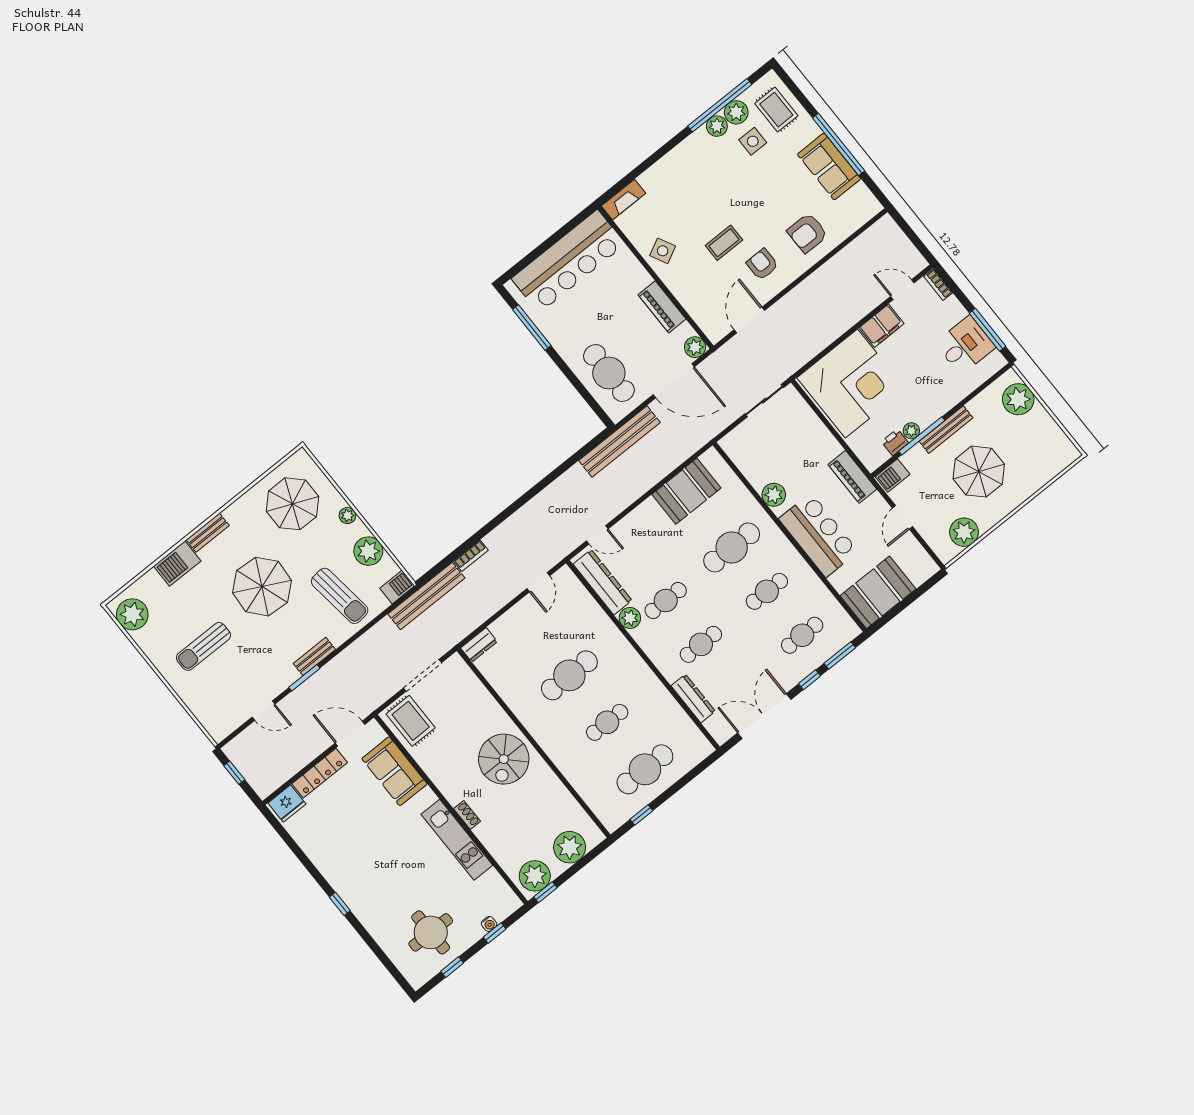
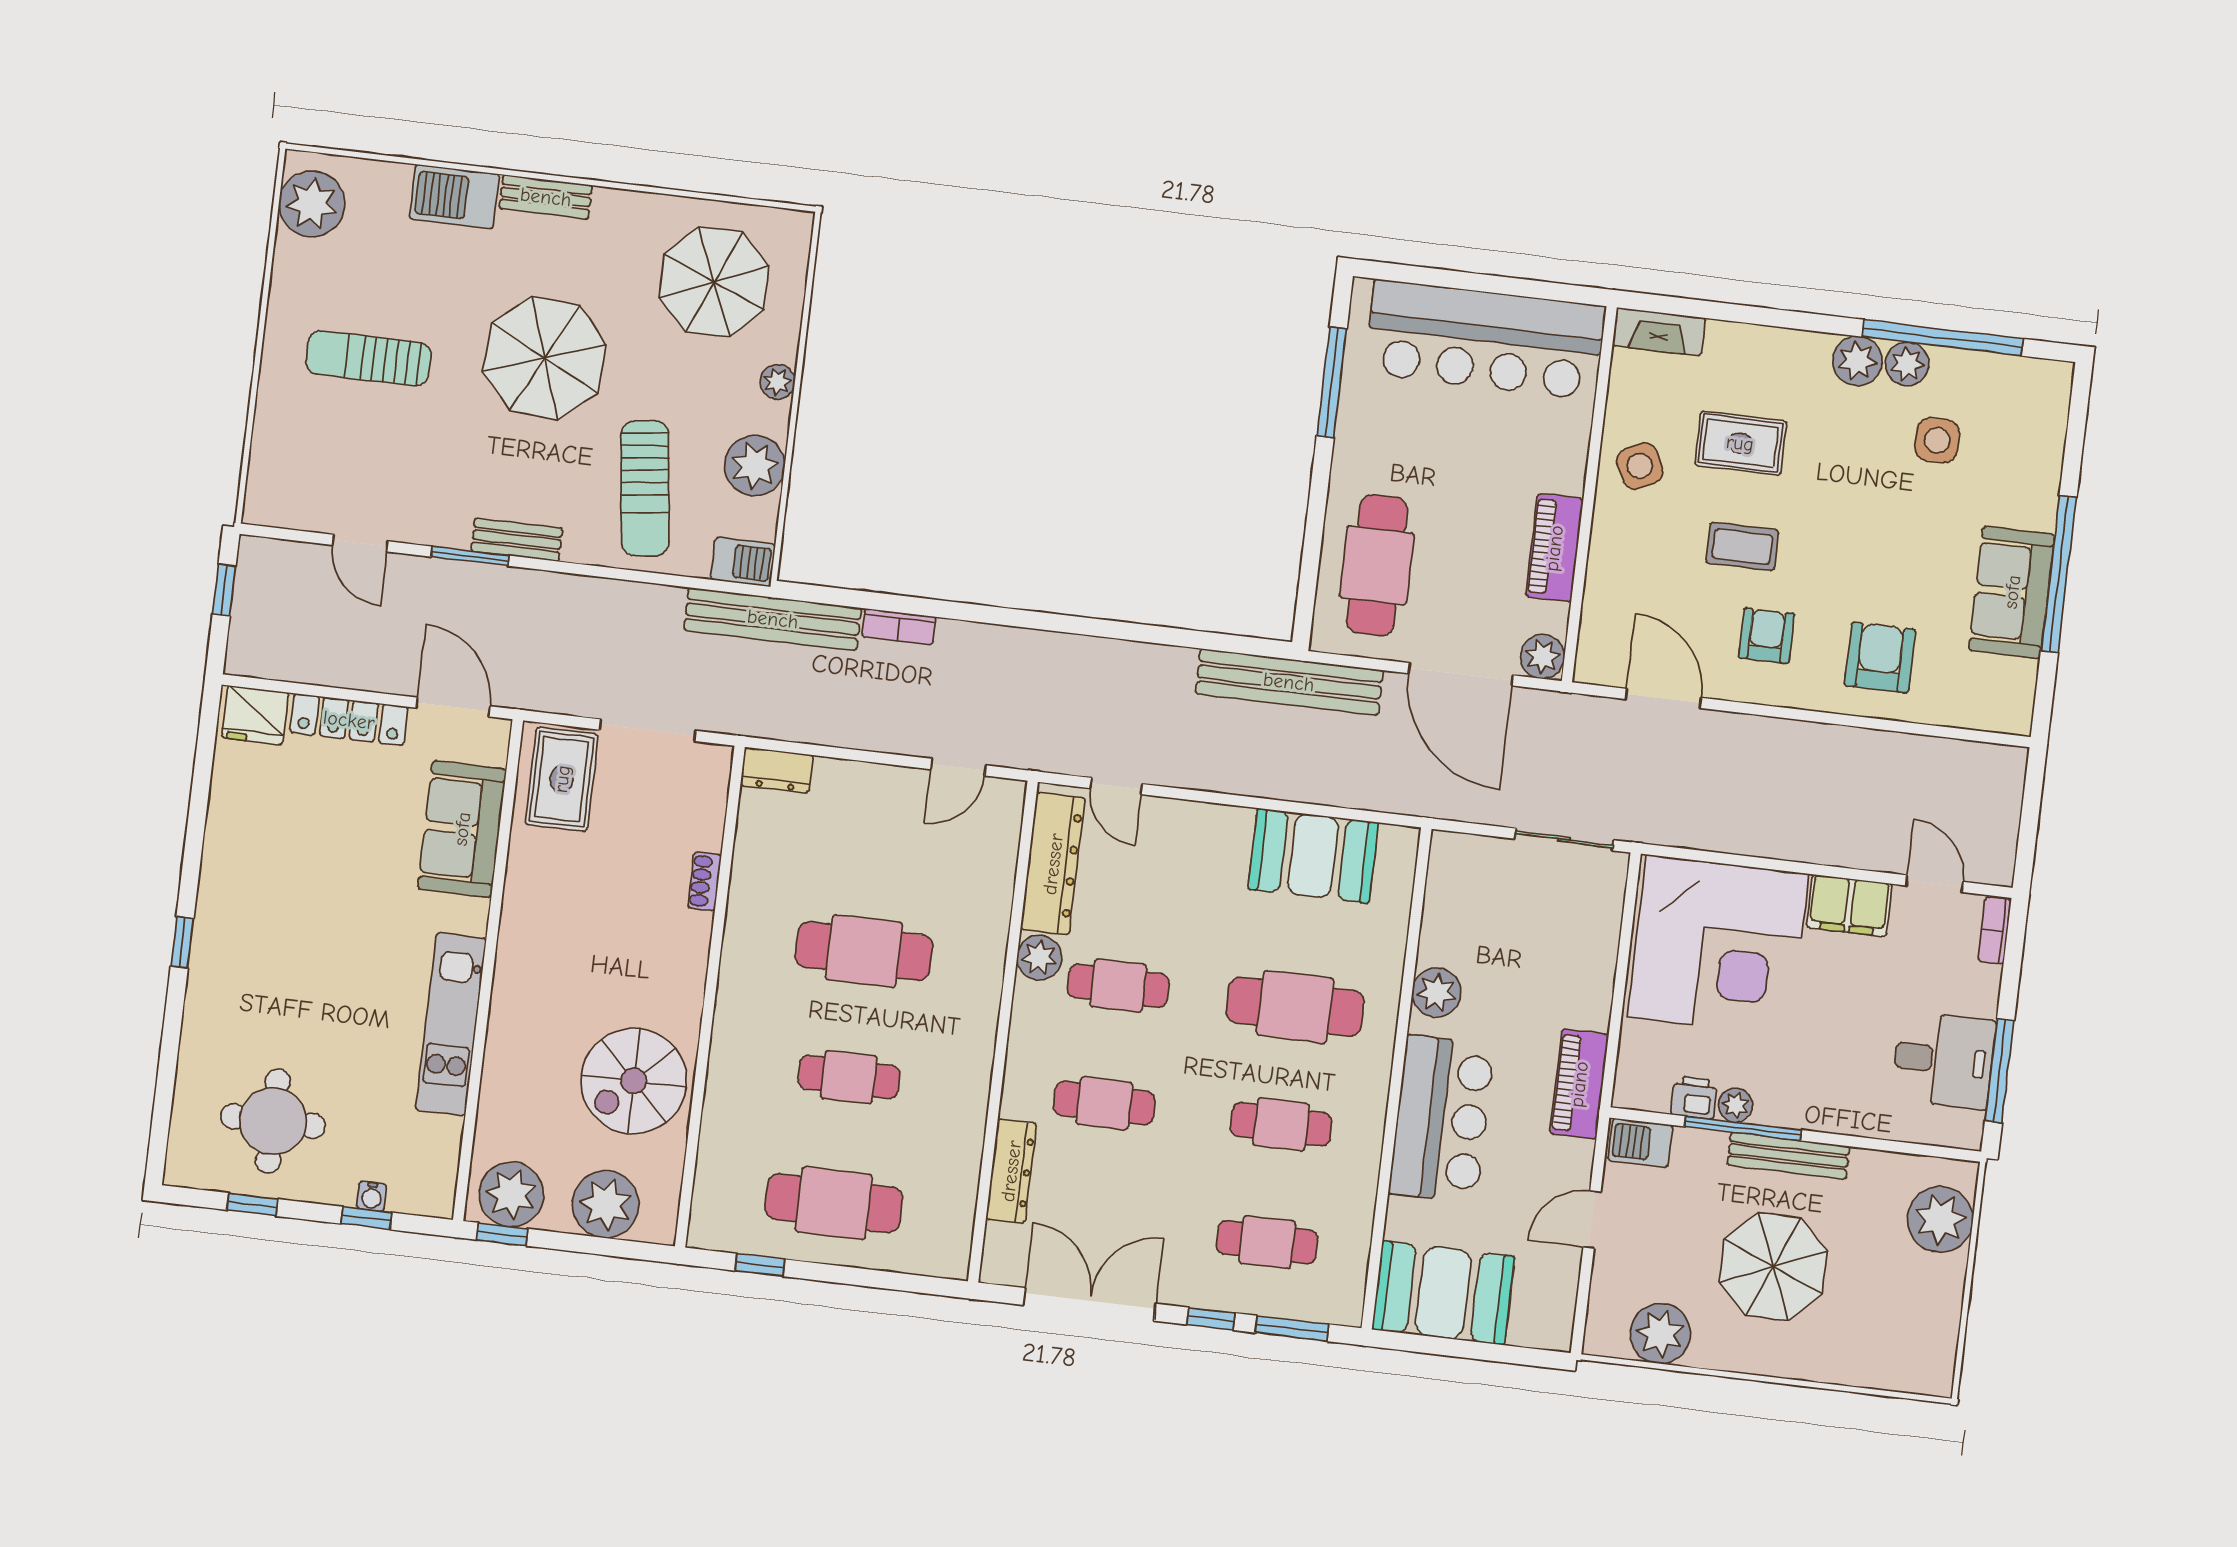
rug: (776, 110) -> (1740, 443), moved, turned 90
plant: (736, 112) -> (1857, 361), moved
armchair: (807, 233) -> (1880, 658), turned 90
door: (749, 320) -> (1663, 698), hinge flipped
spiral stairs: (504, 759) -> (634, 1081), moved
shoe rack: (467, 815) -> (705, 881), moved, turned 180

